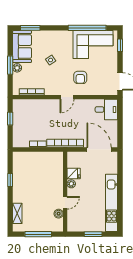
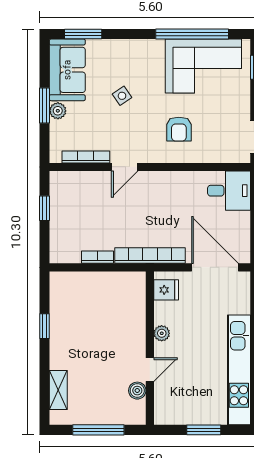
door: (67, 97) -> (125, 167), moved
fridge: (74, 173) -> (166, 290), moved

